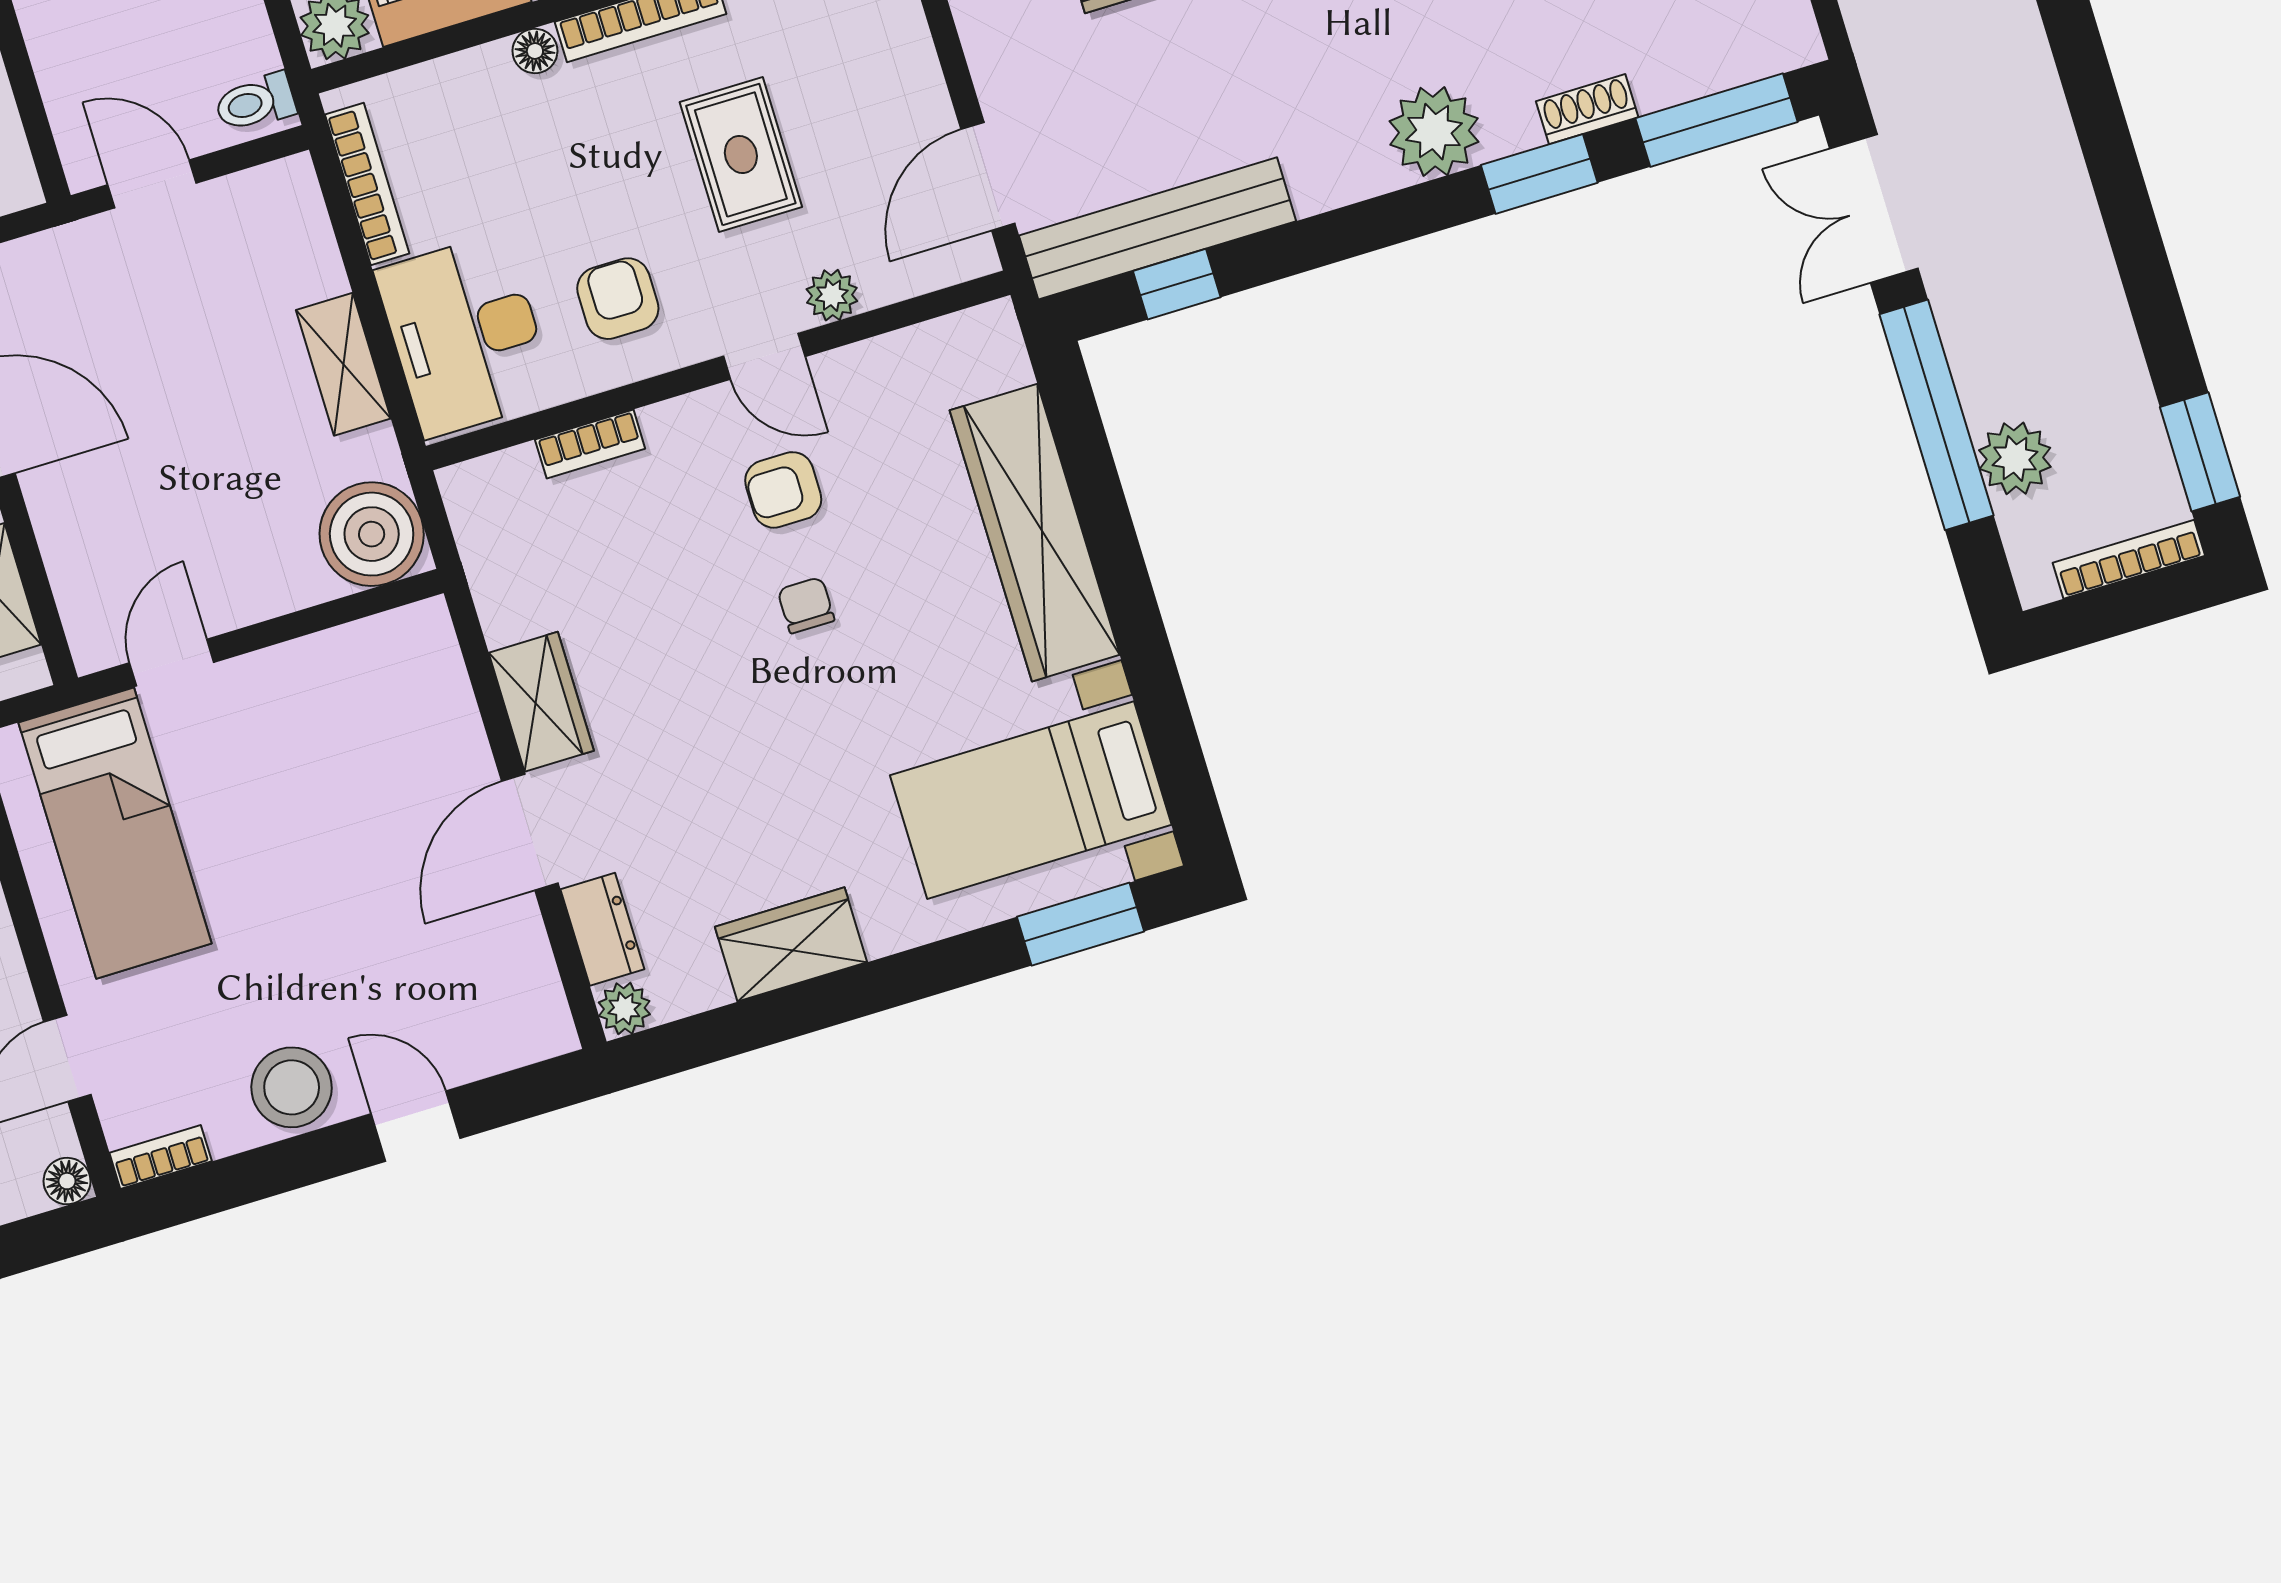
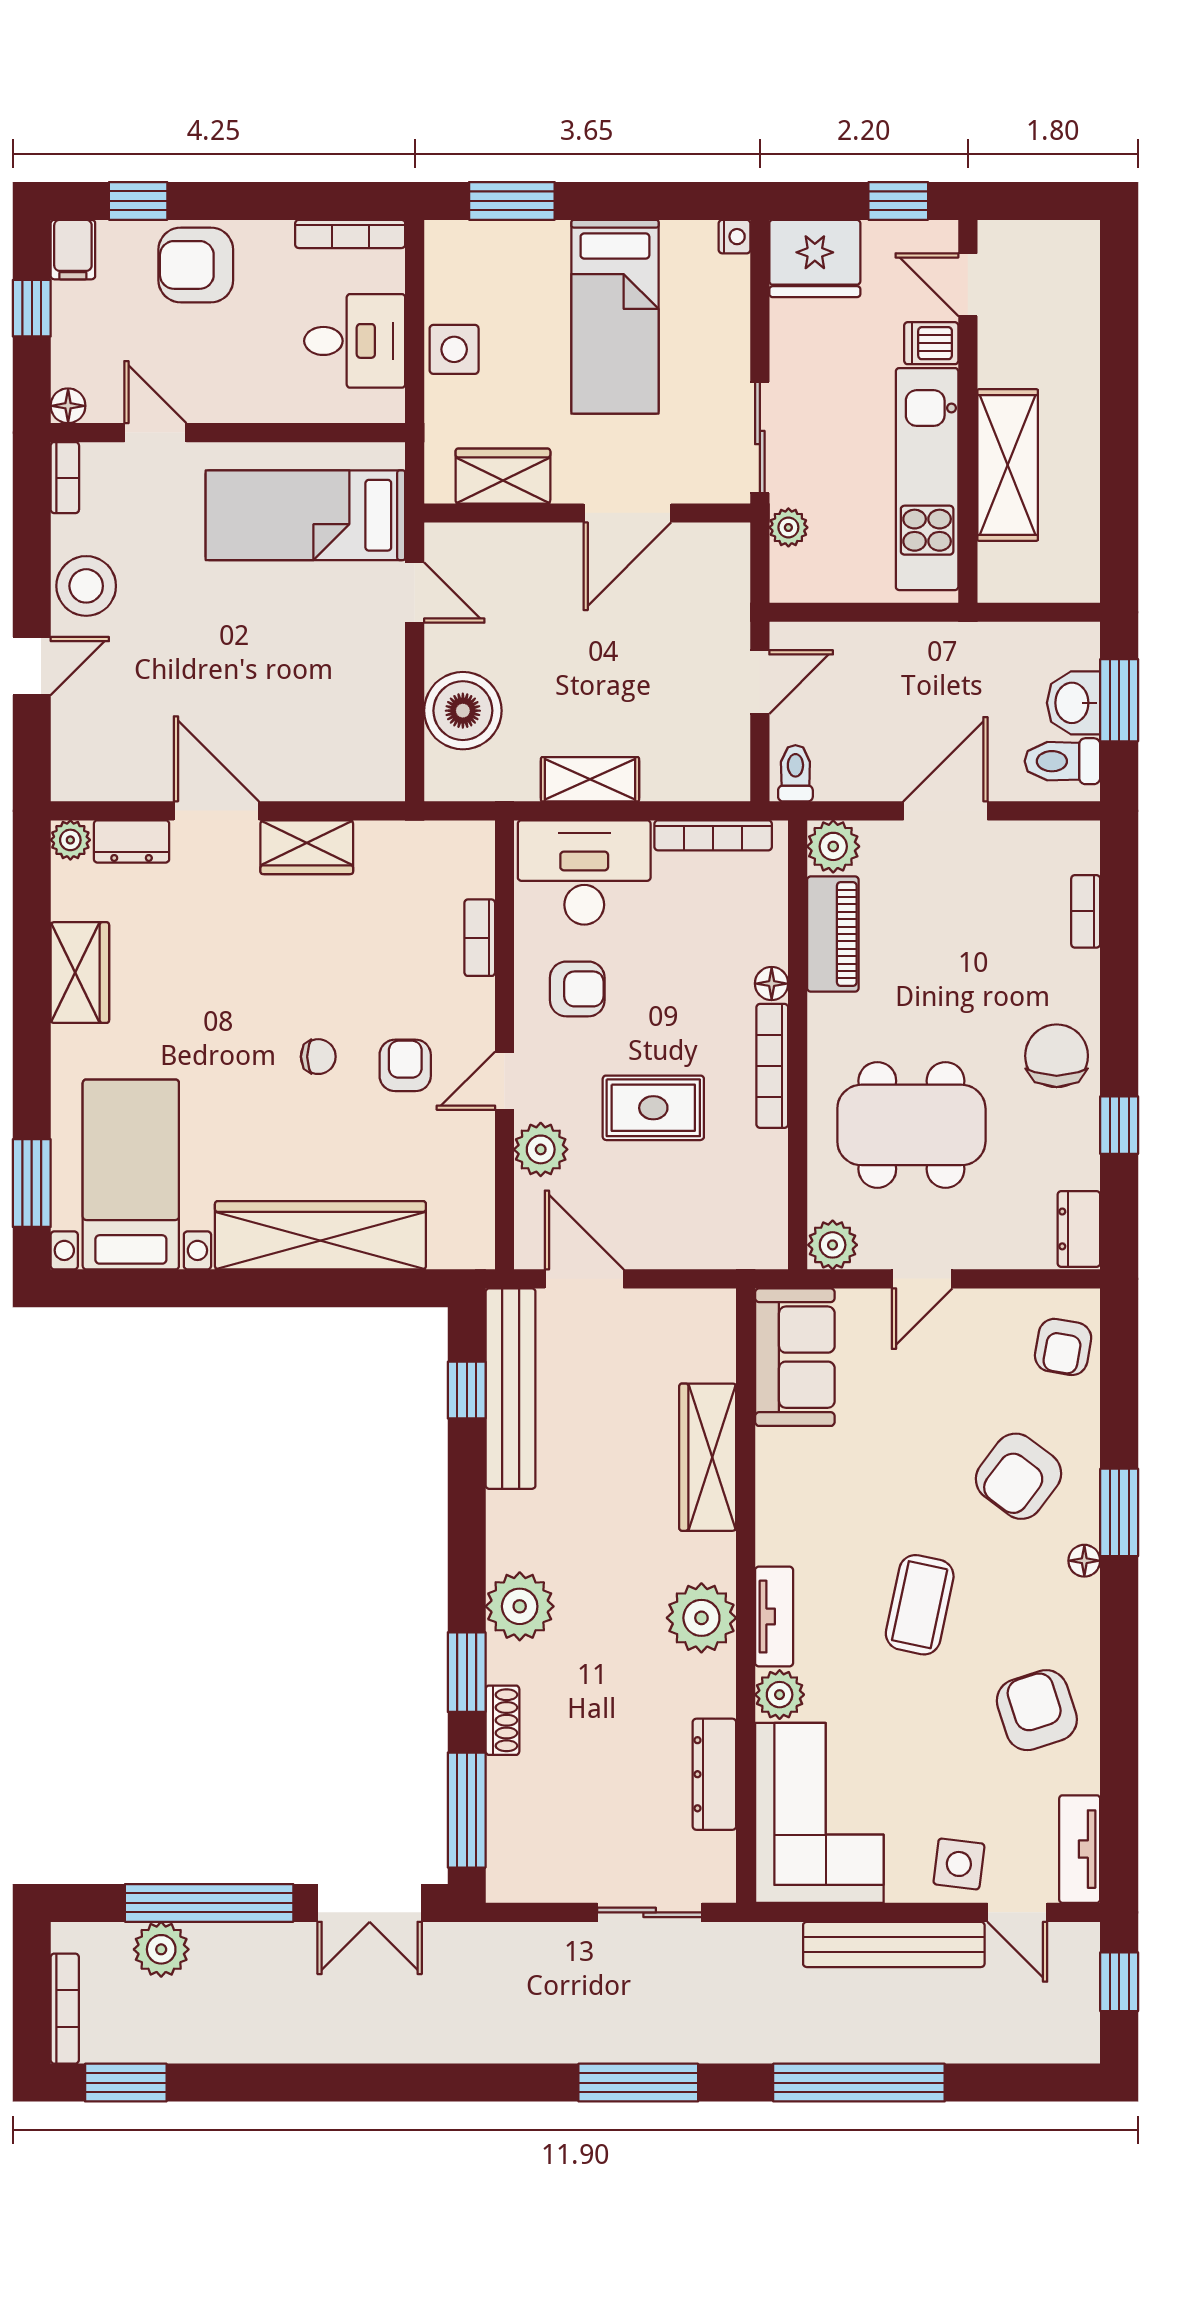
double door: (1874, 209) -> (370, 1903), swing flipped
plant: (832, 295) -> (541, 1149), width x1.38, depth x1.38
boiler: (372, 534) -> (463, 711), moved

